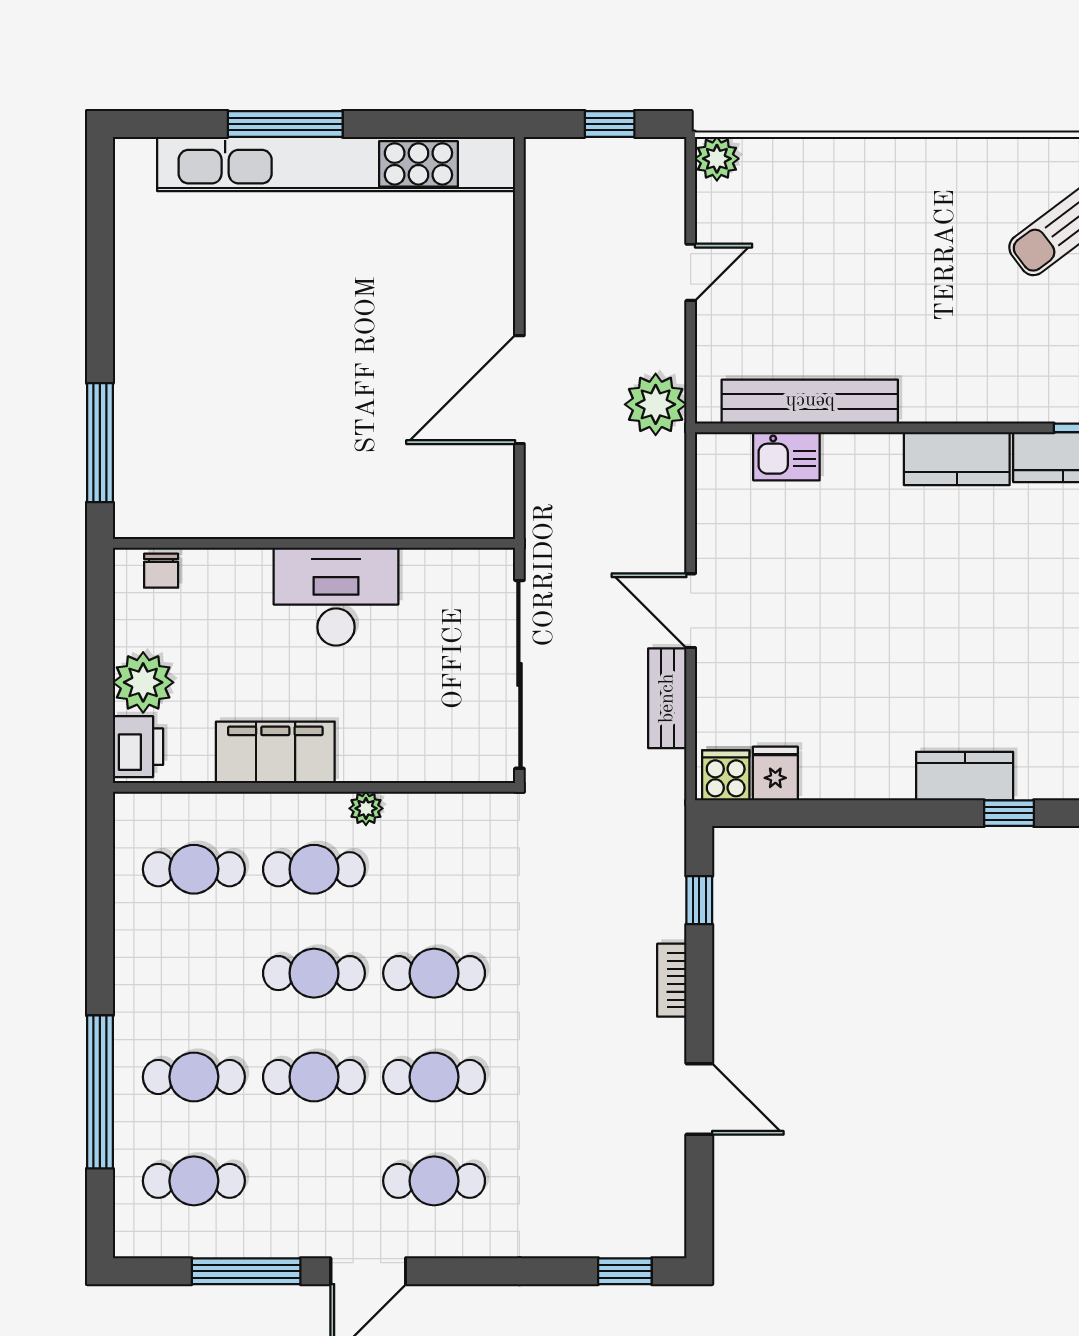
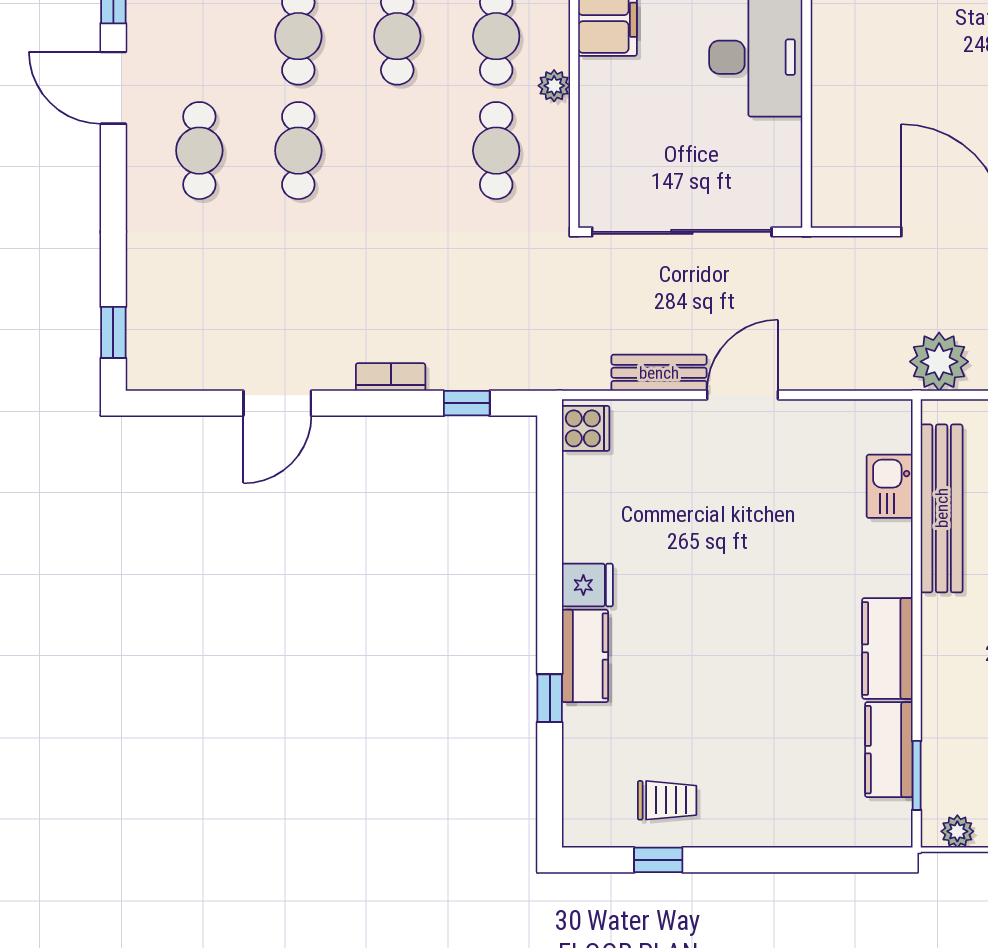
fridge: (775, 773) -> (587, 585), moved
cafe table: (434, 973) -> (496, 151), moved

